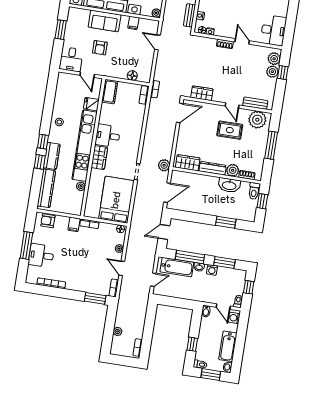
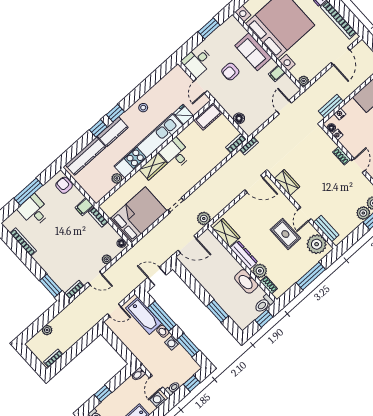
door: (122, 268) -> (95, 278), swing flipped

